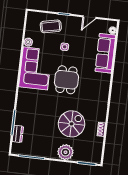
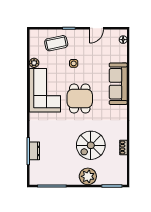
sofa: (105, 53) -> (118, 84), moved
spiral stairs: (72, 124) -> (91, 145), turned 180
dresser: (18, 134) -> (34, 151), moved

